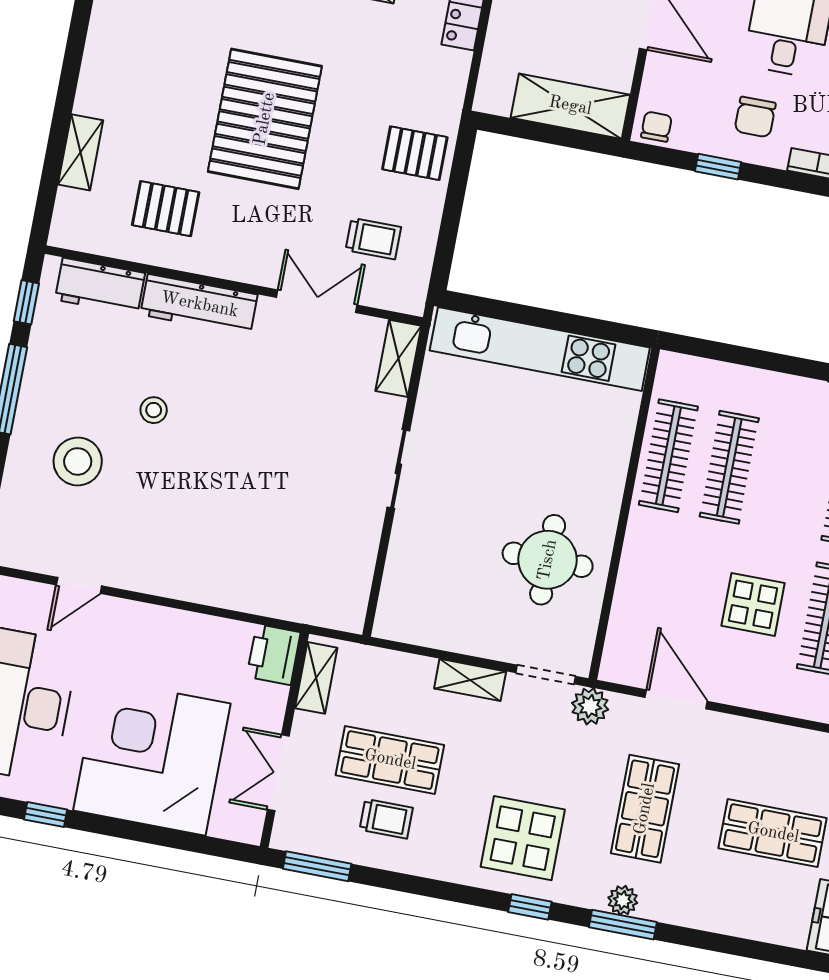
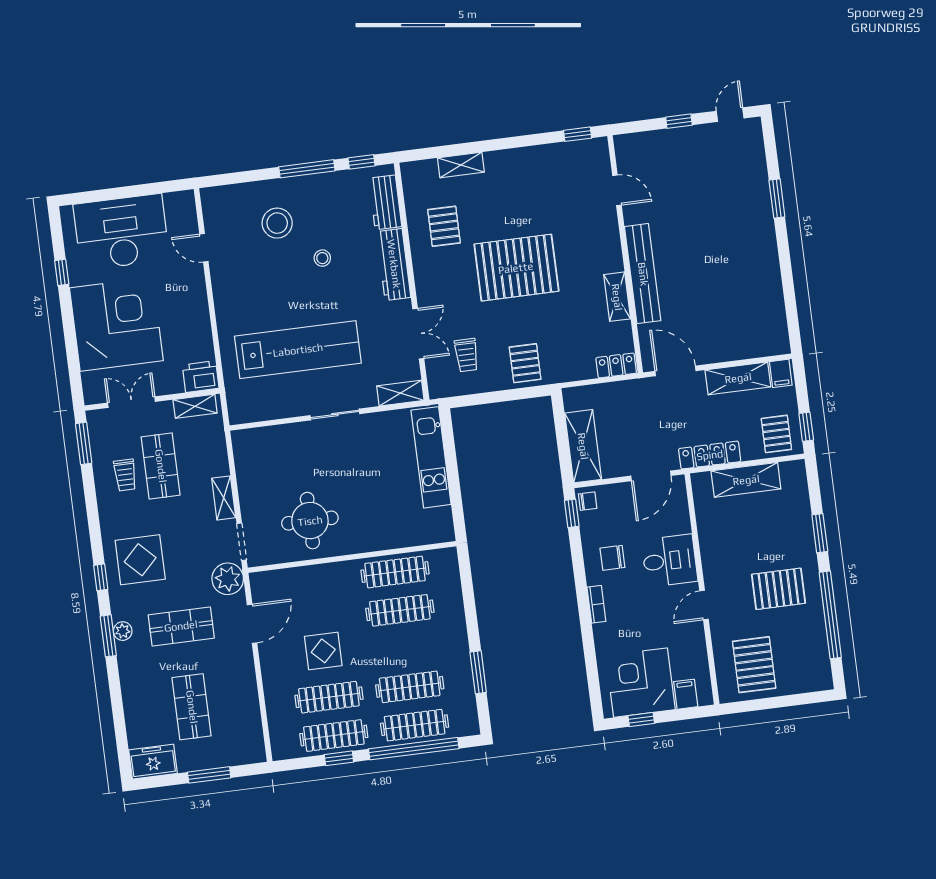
window: (718, 167) -> (572, 513), moved
kitchen unit: (540, 349) -> (431, 457), width x0.73
lab bench: (281, 493) -> (298, 350), added
plant: (590, 706) -> (228, 579), width x1.36, depth x1.36

